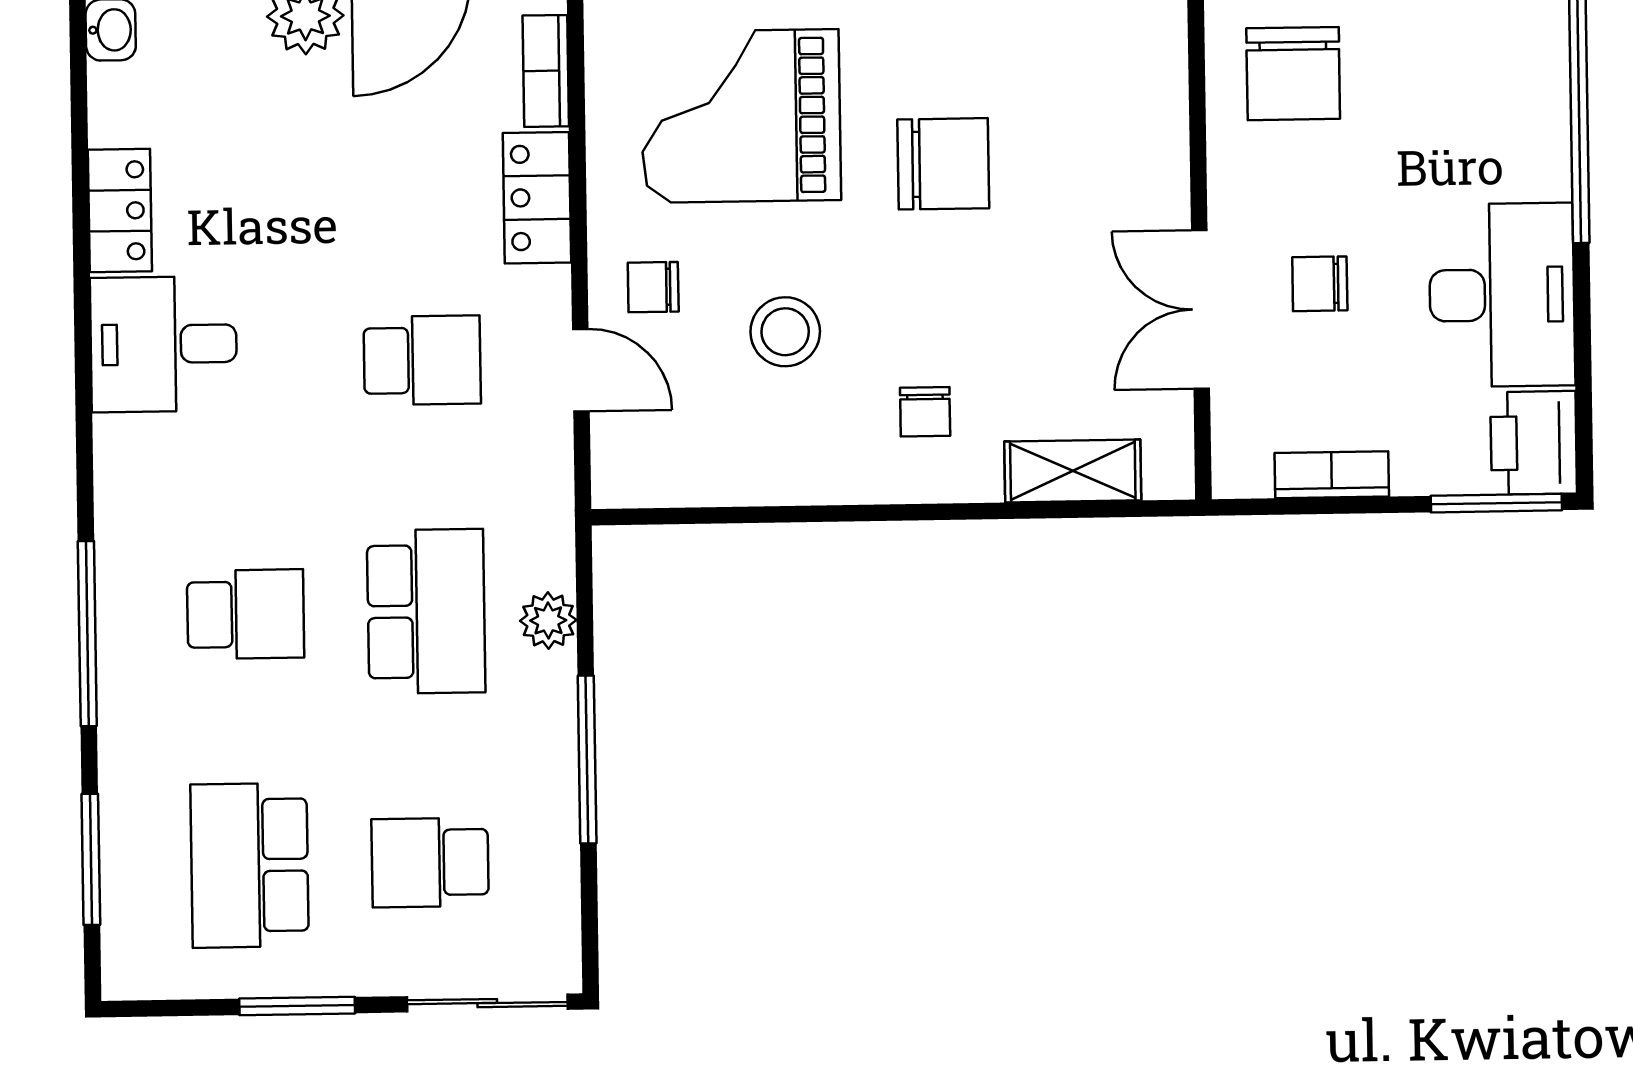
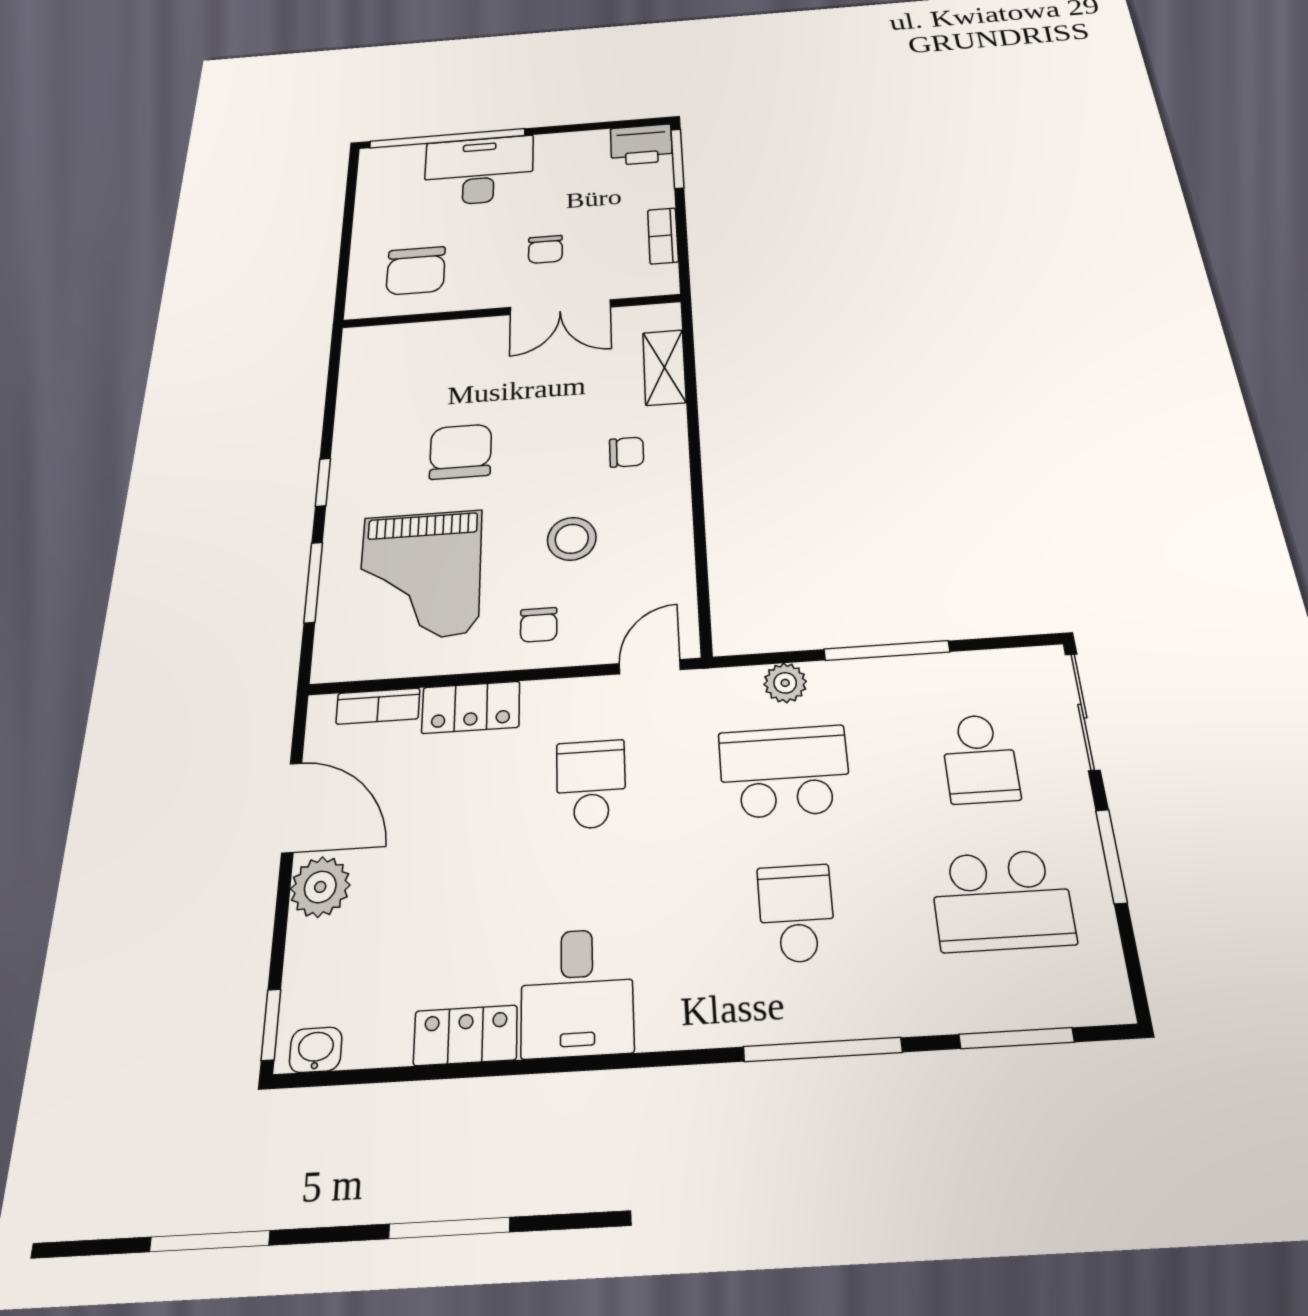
chair: (1293, 74) -> (416, 271), turned 90
desk: (1502, 295) -> (479, 171), moved
door: (581, 370) -> (650, 667), moved

